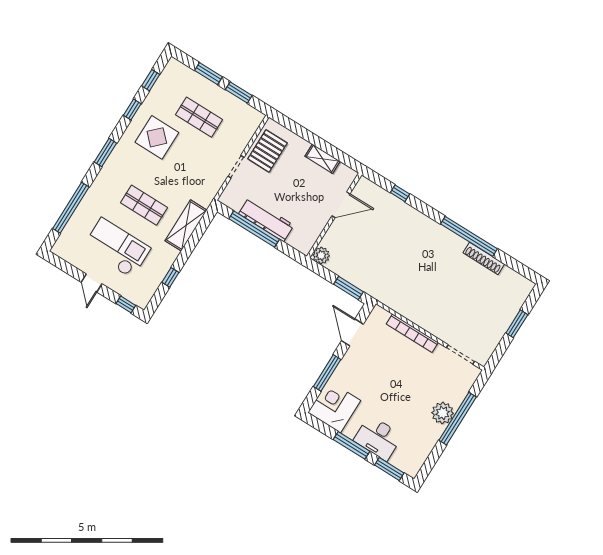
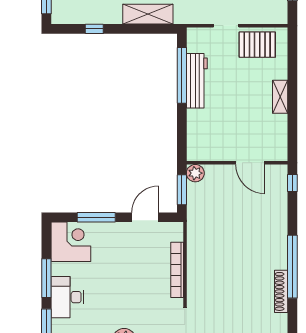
door: (341, 205) -> (250, 163), moved
wall: (334, 216) -> (237, 163), moved
plant: (321, 255) -> (195, 173), moved

